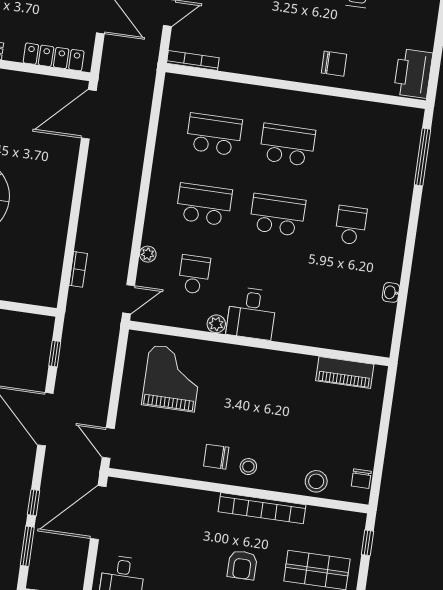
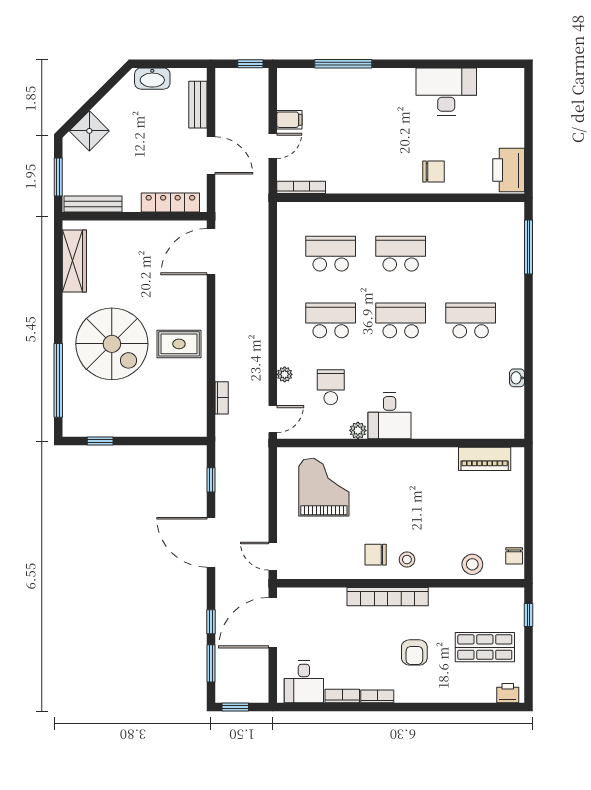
rug: (41, 206) -> (179, 344), added
school desk: (351, 225) -> (471, 320), width x1.85
bookcase: (262, 508) -> (388, 597), moved

